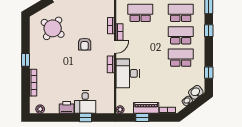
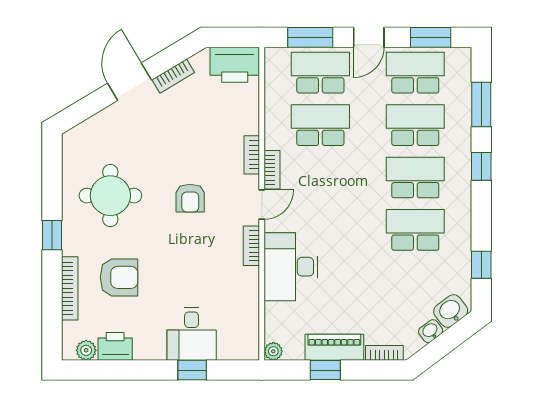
round table: (53, 28) -> (110, 196), moved, turned -36
armchair: (54, 78) -> (119, 277), added
printer: (67, 107) -> (115, 346), moved

